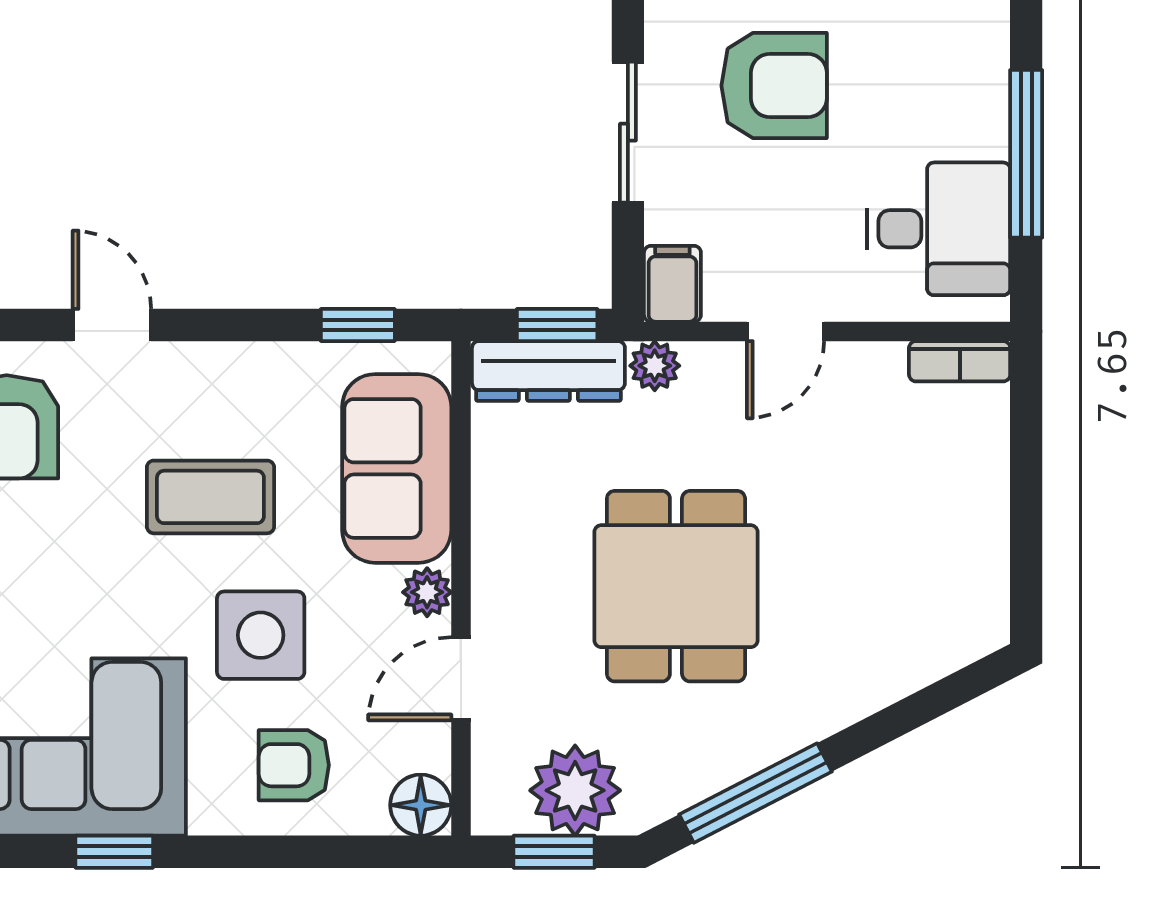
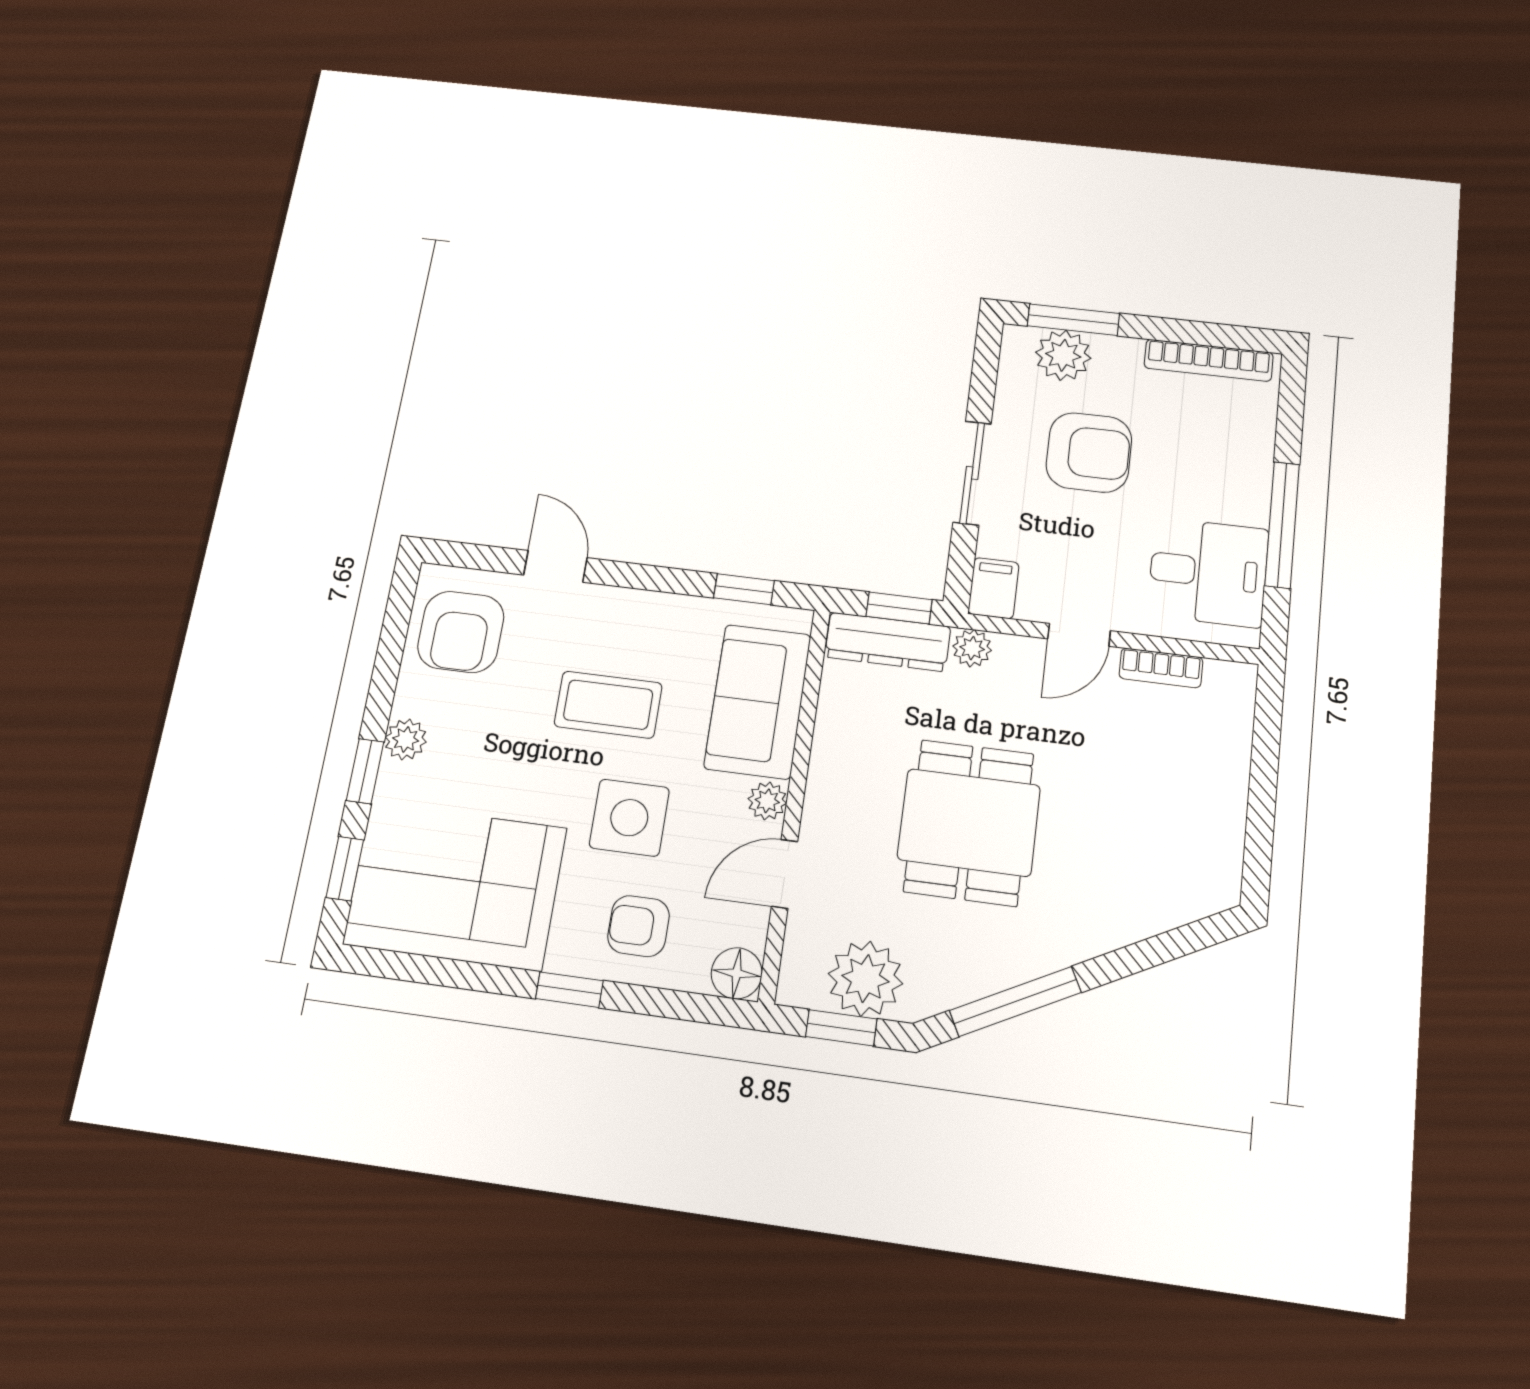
bookcase: (960, 361) -> (1161, 668), moved
window: (114, 852) -> (569, 990), moved

